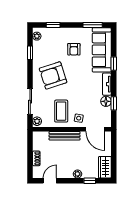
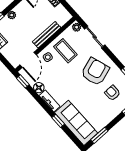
armchair: (74, 49) -> (112, 93), moved
window: (114, 103) -> (23, 81), moved
door: (95, 129) -> (28, 60), swing flipped

